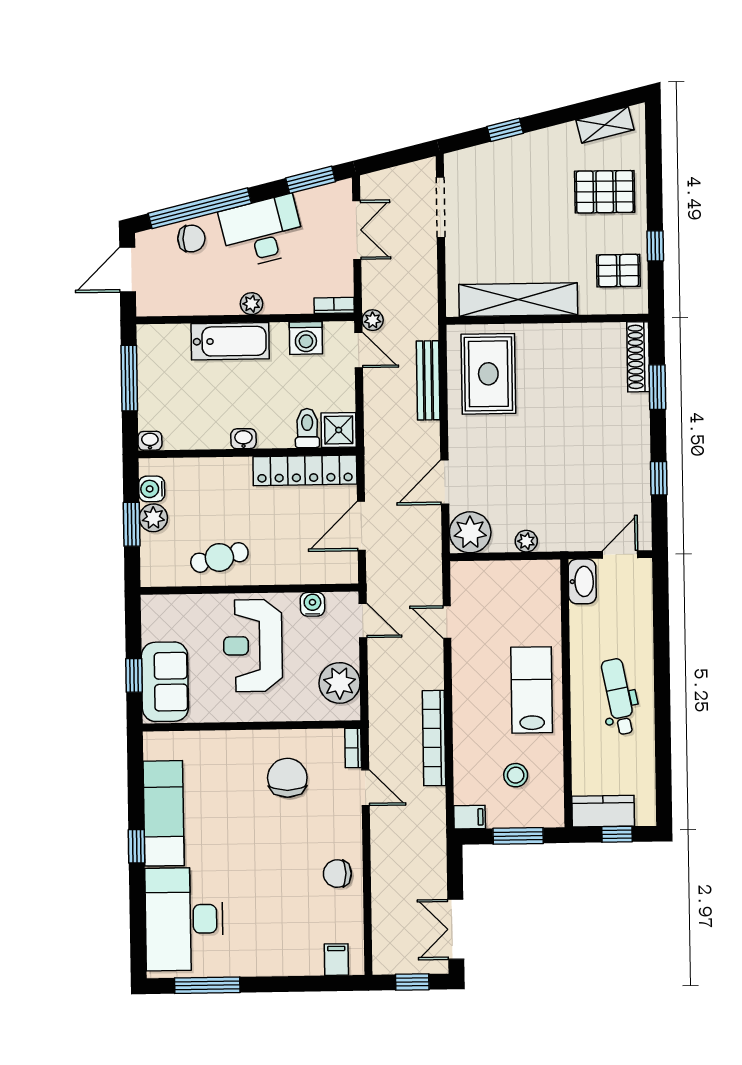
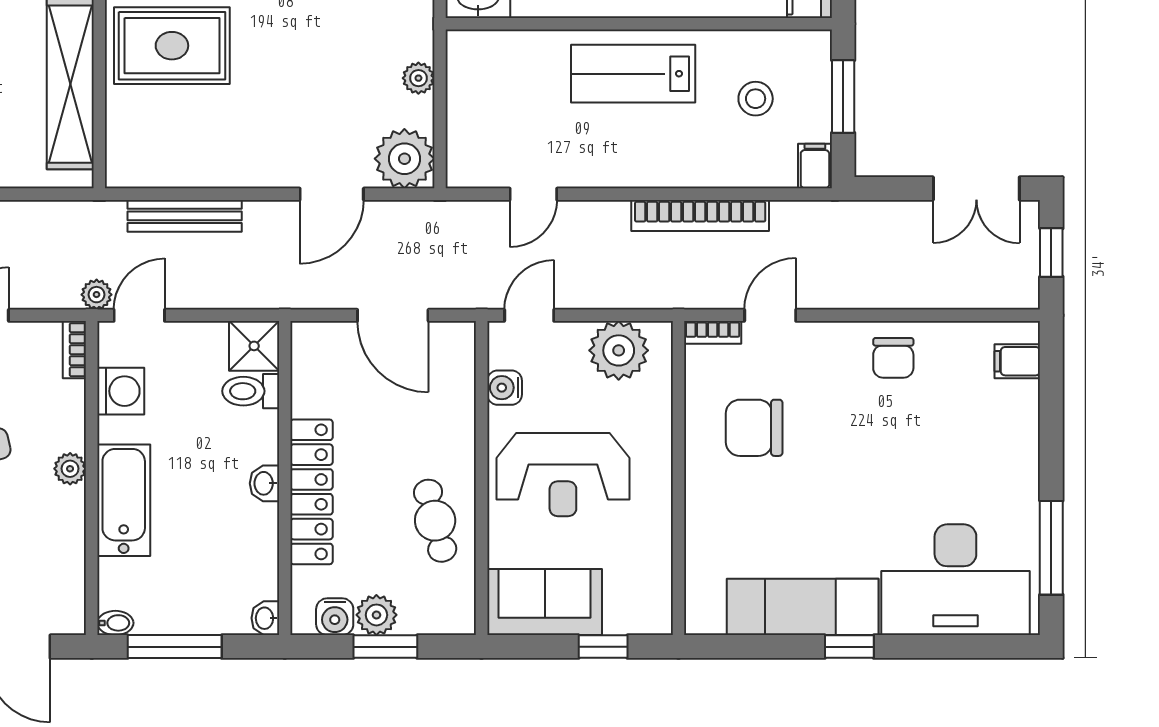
bidet: (145, 337) -> (115, 623), added
rug: (488, 374) -> (172, 46), moved
locker: (305, 470) -> (311, 492), moved
door: (445, 482) -> (332, 194), hinge flipped
sofa: (165, 682) -> (545, 602), moved

